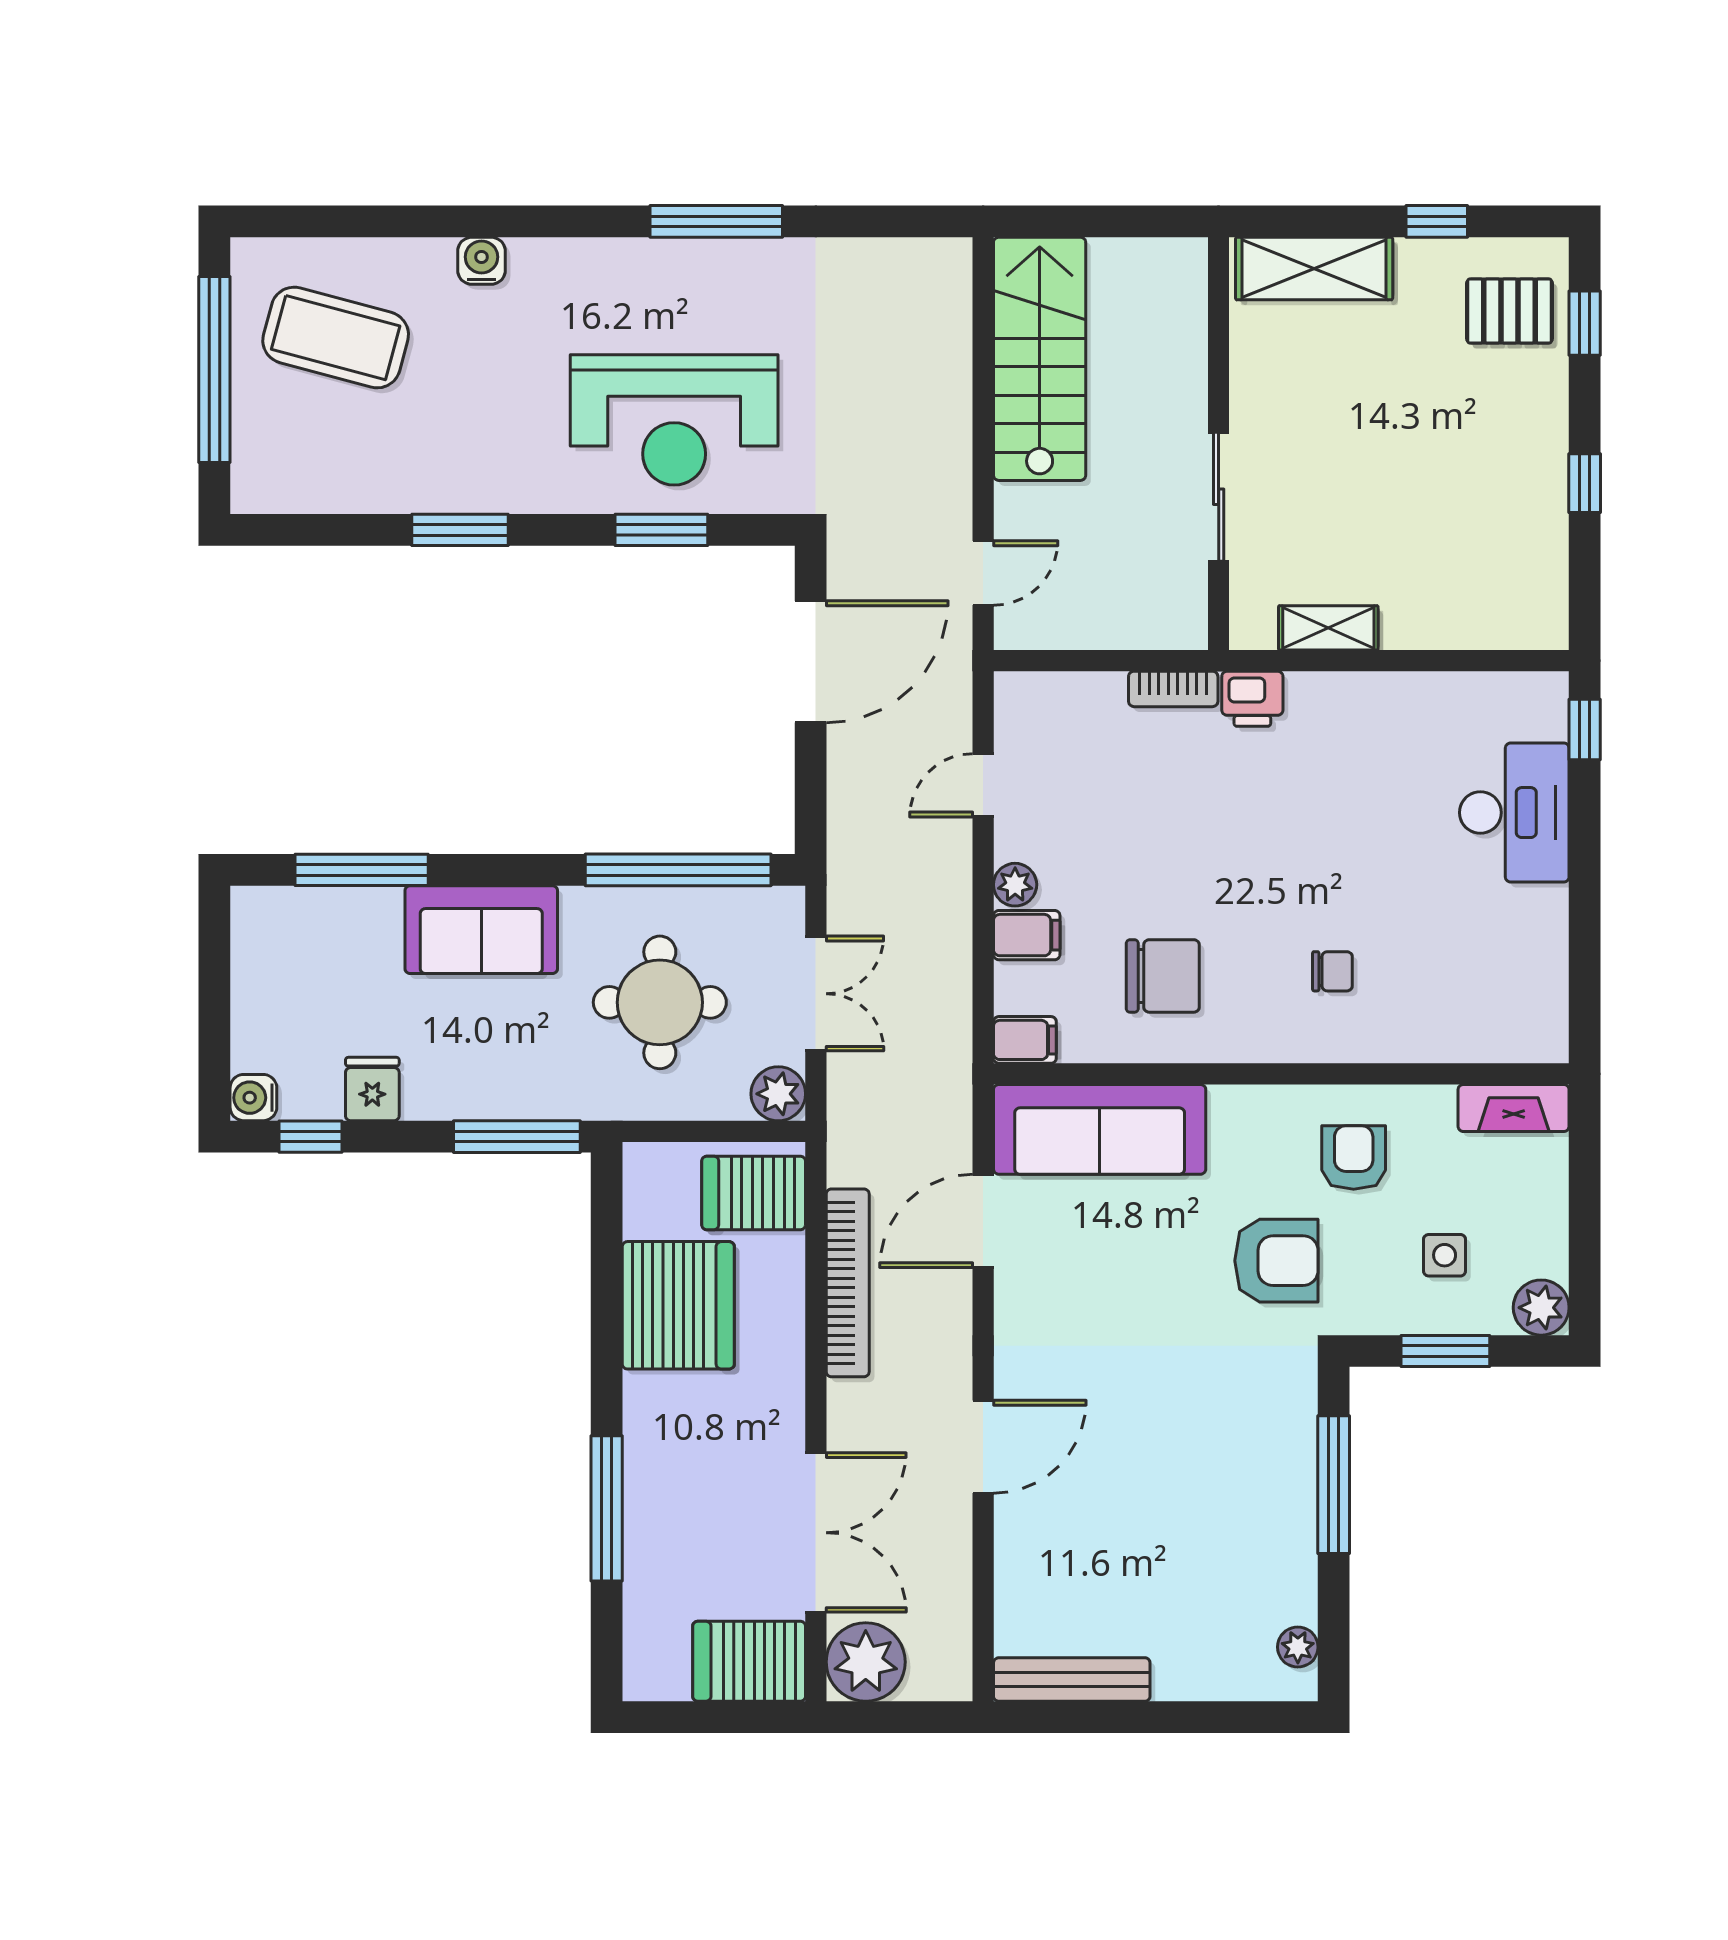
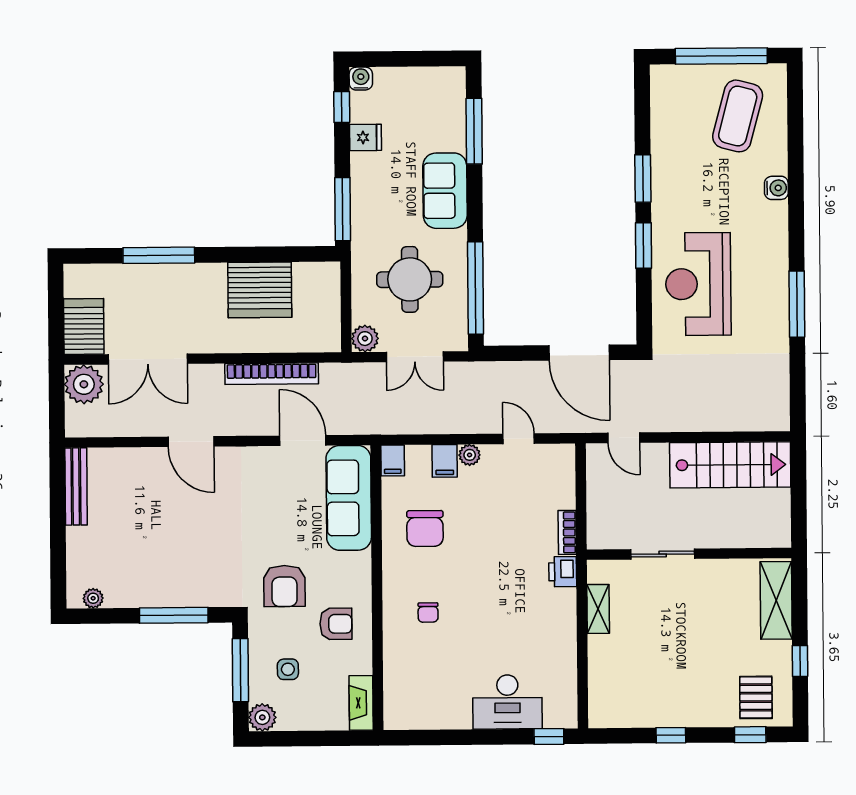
window: (661, 530) -> (643, 245), moved
server rack: (754, 1193) -> (316, 327), removed
window: (1445, 1351) -> (240, 670), width x1.44

